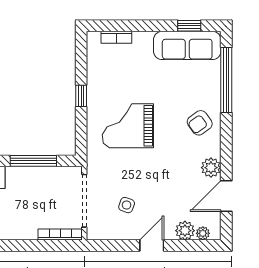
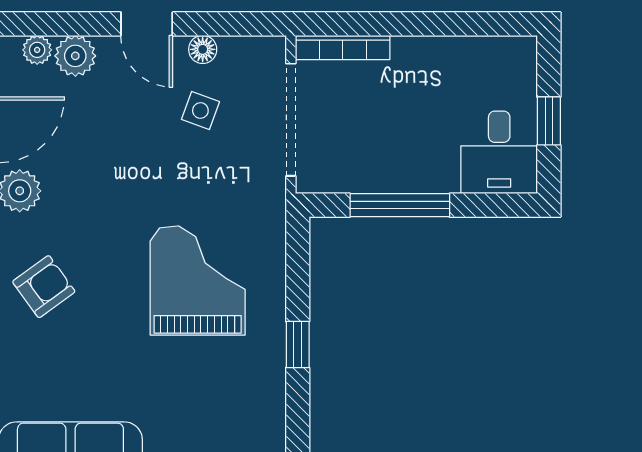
grand piano: (128, 126) -> (198, 281), turned -90
floor lamp: (126, 234) -> (203, 49), added
door: (152, 245) -> (147, 24), hinge flipped

